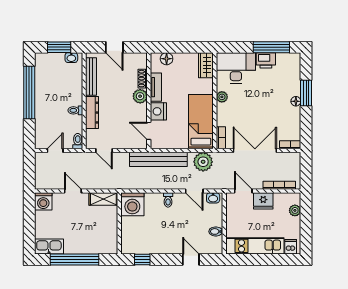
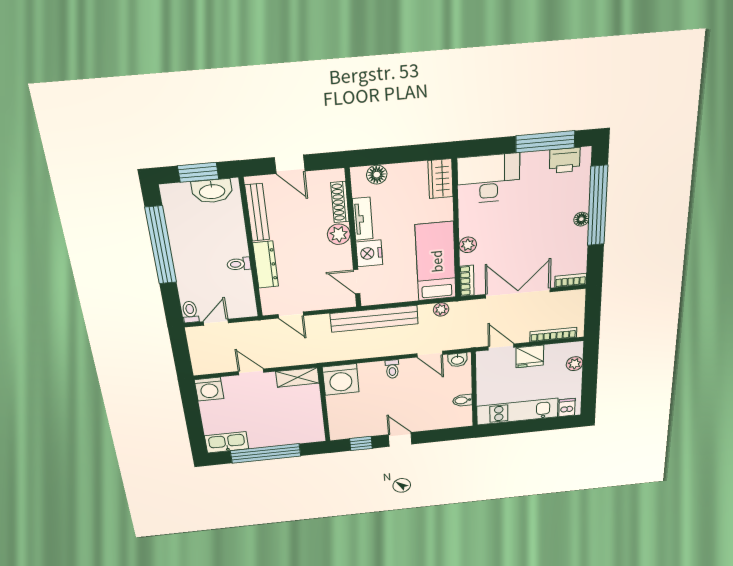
washbasin: (71, 58) -> (212, 191), width x1.91, depth x1.45
printer: (266, 60) -> (565, 160), moved
shoe rack: (143, 79) -> (340, 202), width x1.43
window: (306, 93) -> (598, 206), width x2.11
plant: (222, 97) -> (468, 245), moved
toilet: (78, 141) -> (190, 312), moved
plant: (203, 162) -> (441, 309), width x0.53, depth x0.53
door: (191, 259) -> (400, 439), moved

